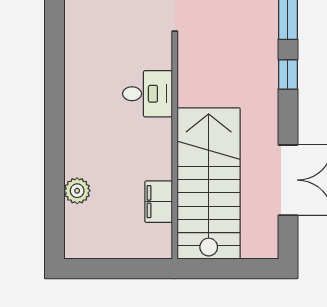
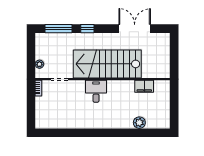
stairs: (209, 183) -> (107, 64), moved

